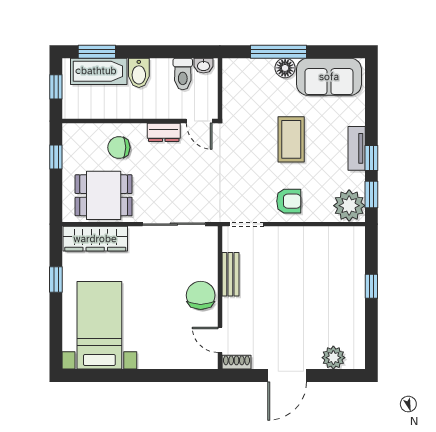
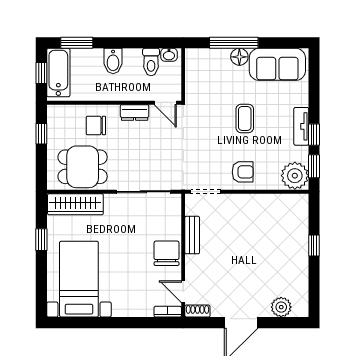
bathtub: (99, 71) -> (58, 73), moved, turned -90
coffee table: (291, 139) -> (245, 118), width x0.73, depth x0.77
bookcase: (202, 363) -> (168, 312), added

